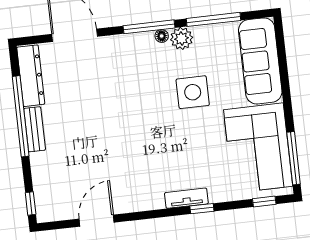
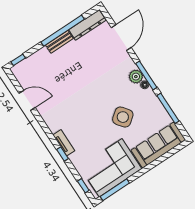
plant: (182, 38) -> (136, 77), moved
side table: (193, 92) -> (123, 117), turned -38

